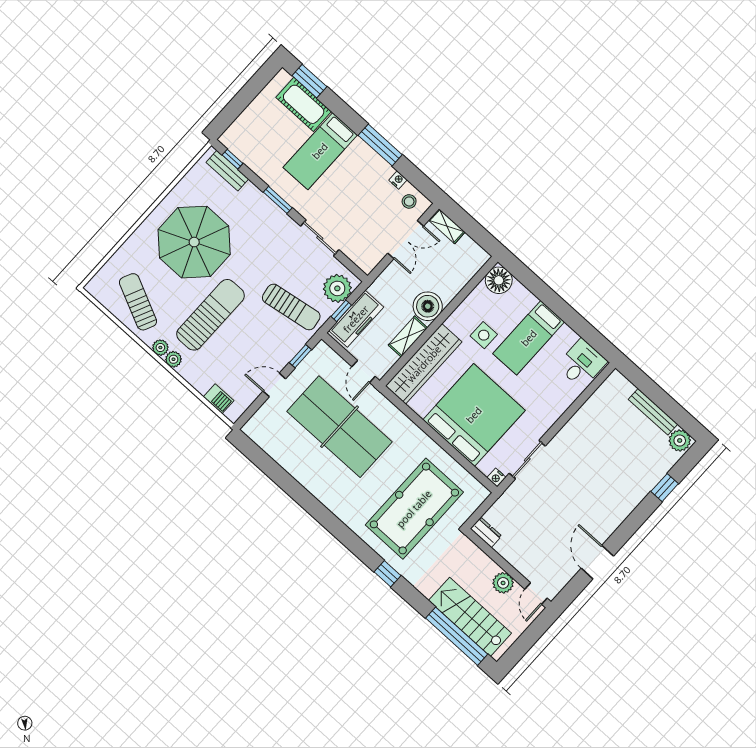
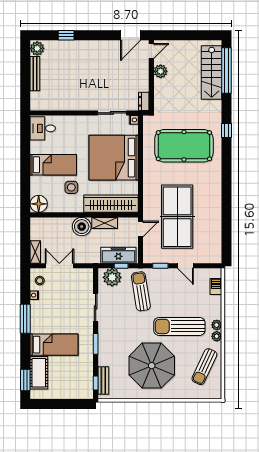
dresser: (486, 532) -> (144, 101), moved
wall: (508, 568) -> (151, 75), moved
plant: (503, 583) -> (161, 71), moved
door: (536, 594) -> (151, 51), moved

